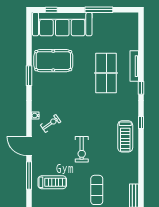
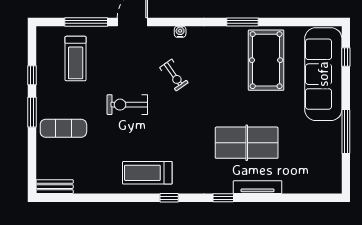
exercise bike: (51, 123) -> (174, 75), moved

